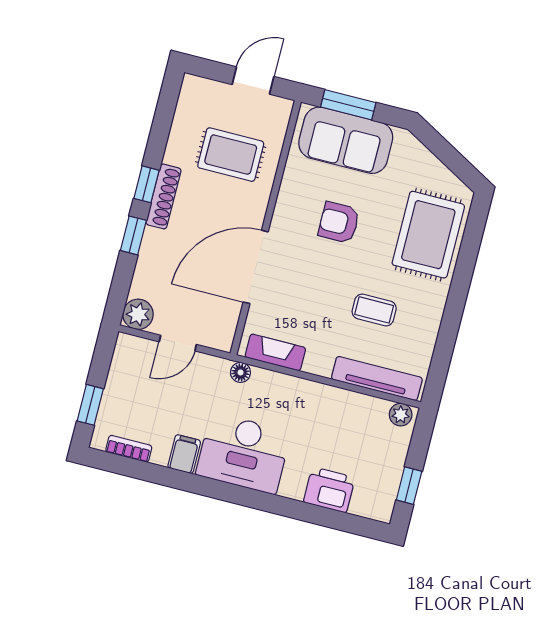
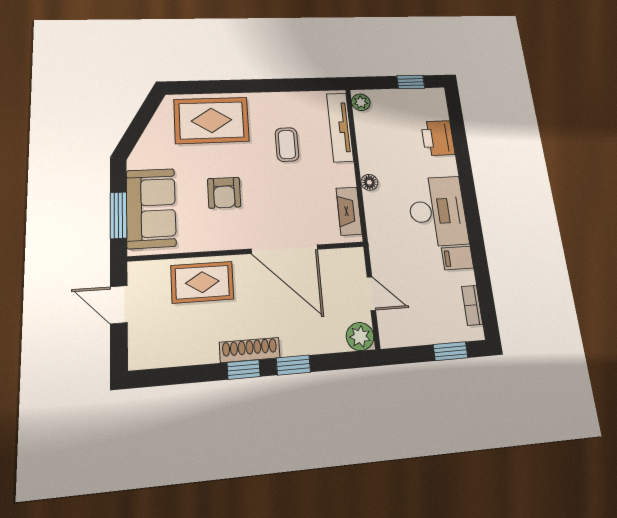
rug: (231, 155) -> (202, 282), moved, turned 90
floor lamp: (240, 372) -> (369, 182), moved

